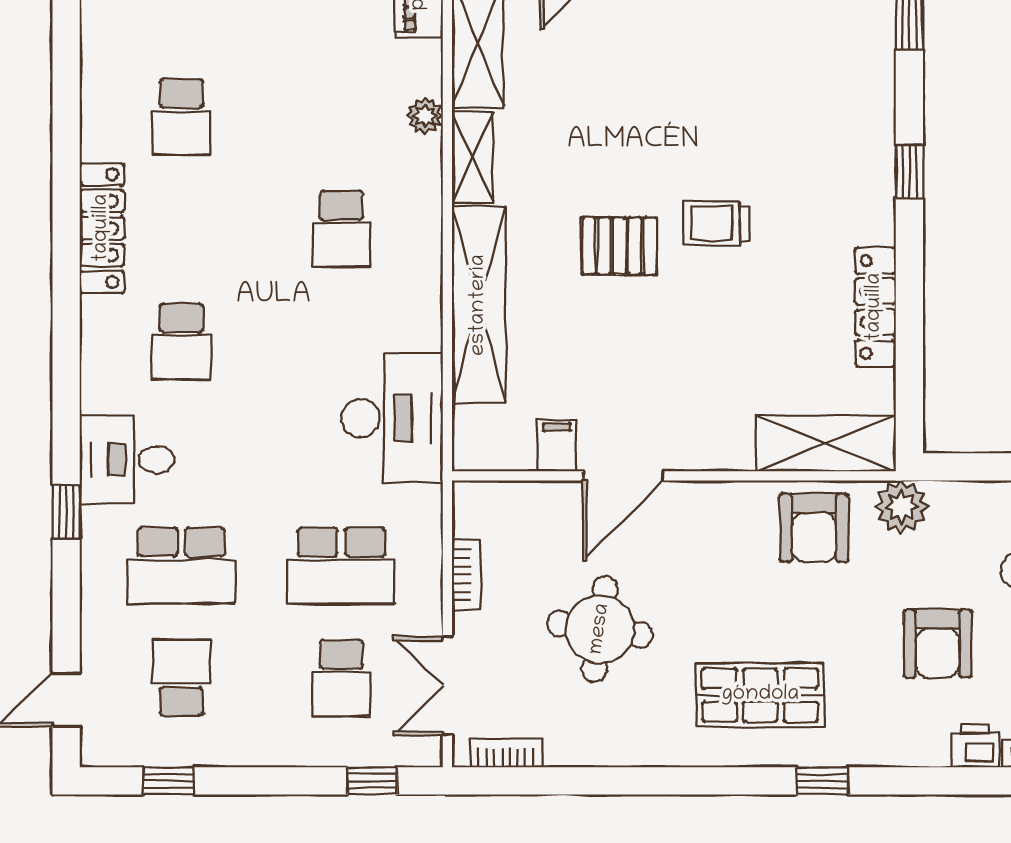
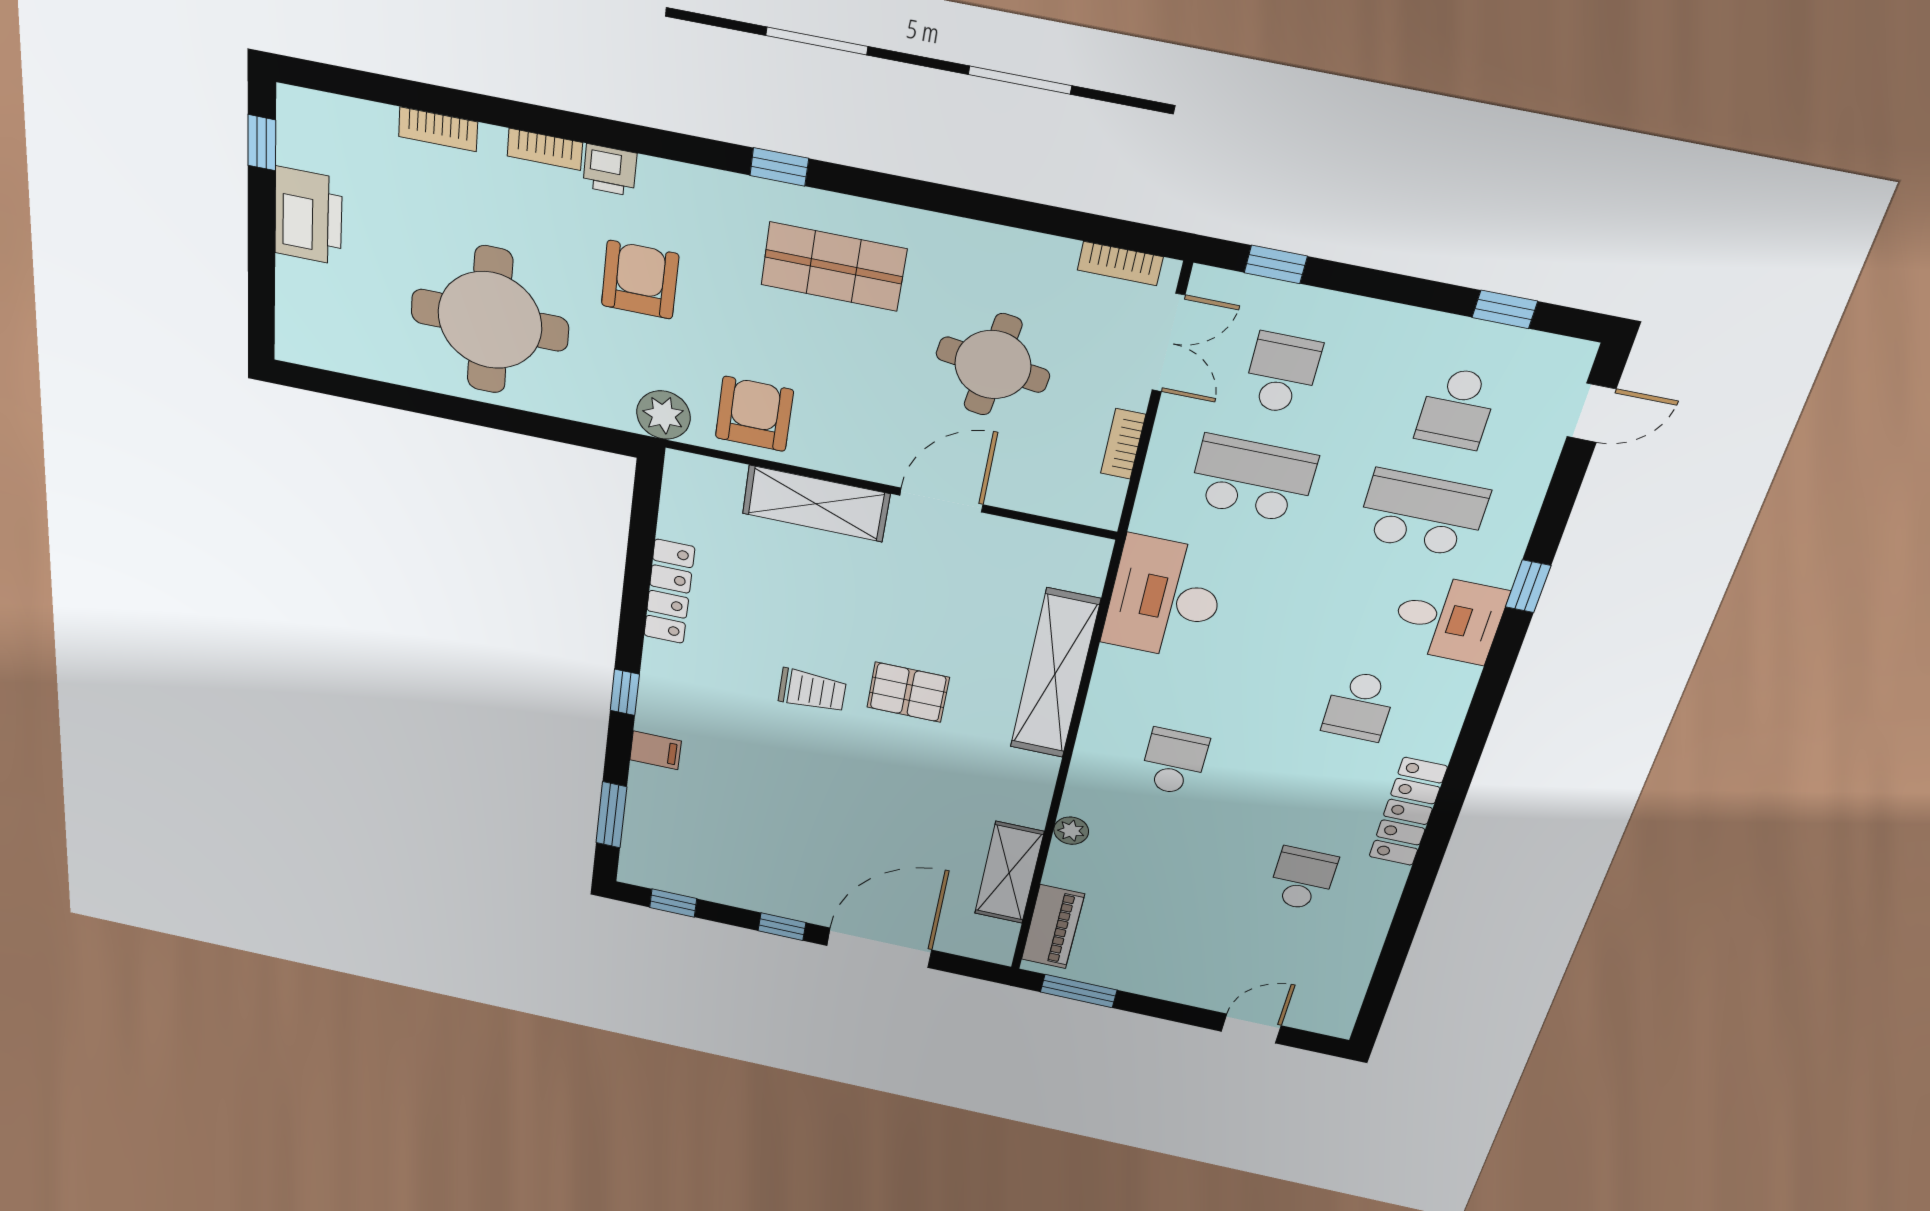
shelving: (472, 157) -> (1034, 790), removed
school desk: (181, 341) -> (1359, 706), turned 180
shelving: (826, 443) -> (816, 504), moved
filing cabinet: (557, 445) -> (656, 750), moved, turned -90

